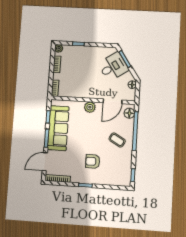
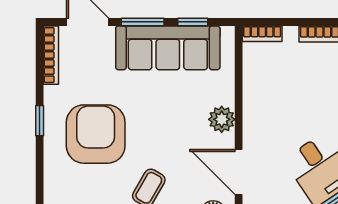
armchair: (93, 161) -> (96, 134), width x1.88, depth x1.88

